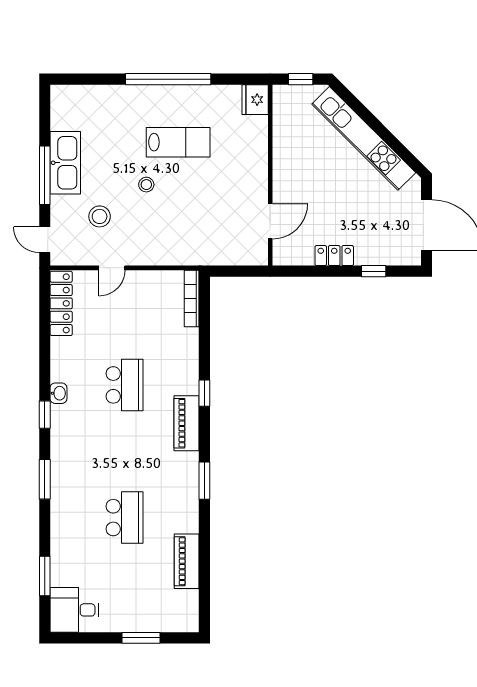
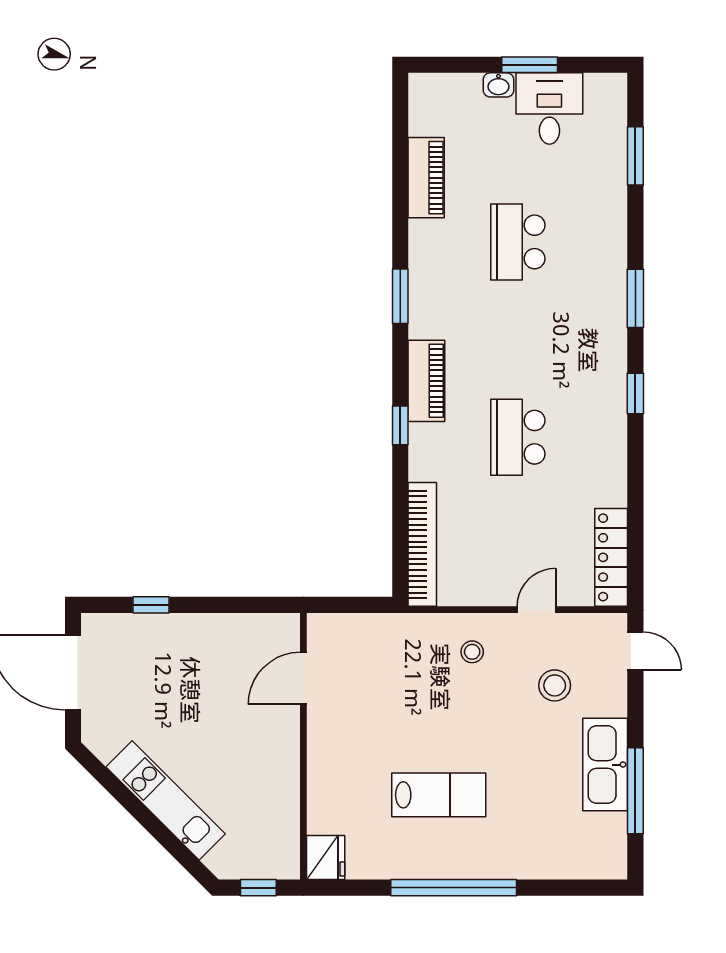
kitchen unit: (364, 138) -> (166, 800), width x0.73
lab bench: (178, 142) -> (439, 795), turned 180
window: (45, 175) -> (635, 791), moved
stool: (146, 185) -> (472, 652), moved
locker: (334, 256) -> (209, 628), removed
bookcase: (192, 299) -> (422, 544), width x1.48, depth x1.31
washbasin: (58, 393) -> (498, 85), moved, turned -90
desk: (74, 610) -> (549, 108), moved, turned -90
window: (141, 638) -> (530, 65), moved

